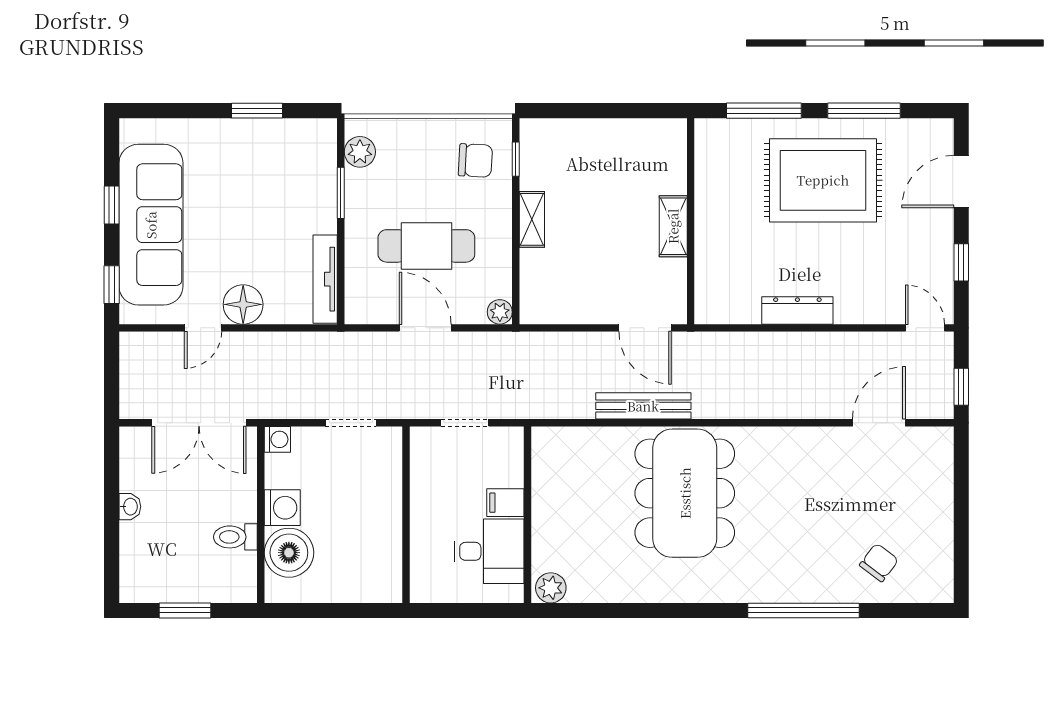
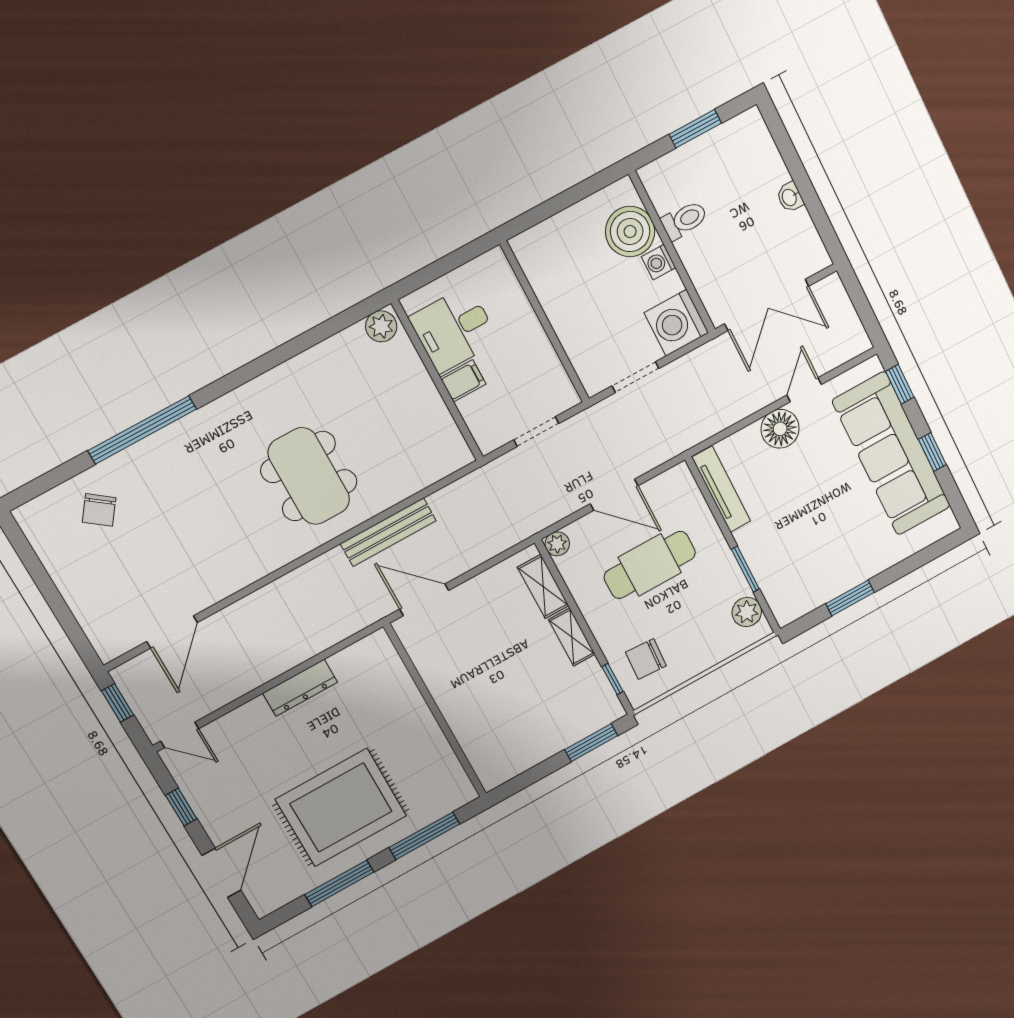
window: (566, 111) -> (591, 743), added
shelving: (673, 226) -> (543, 586), moved
double door: (199, 423) -> (767, 305), swing flipped
washing machine: (277, 439) -> (676, 323), width x1.89, depth x1.89
dining table: (685, 493) -> (309, 476), width x0.73, depth x0.80
washing machine: (282, 508) -> (659, 262), width x0.73, depth x0.73

